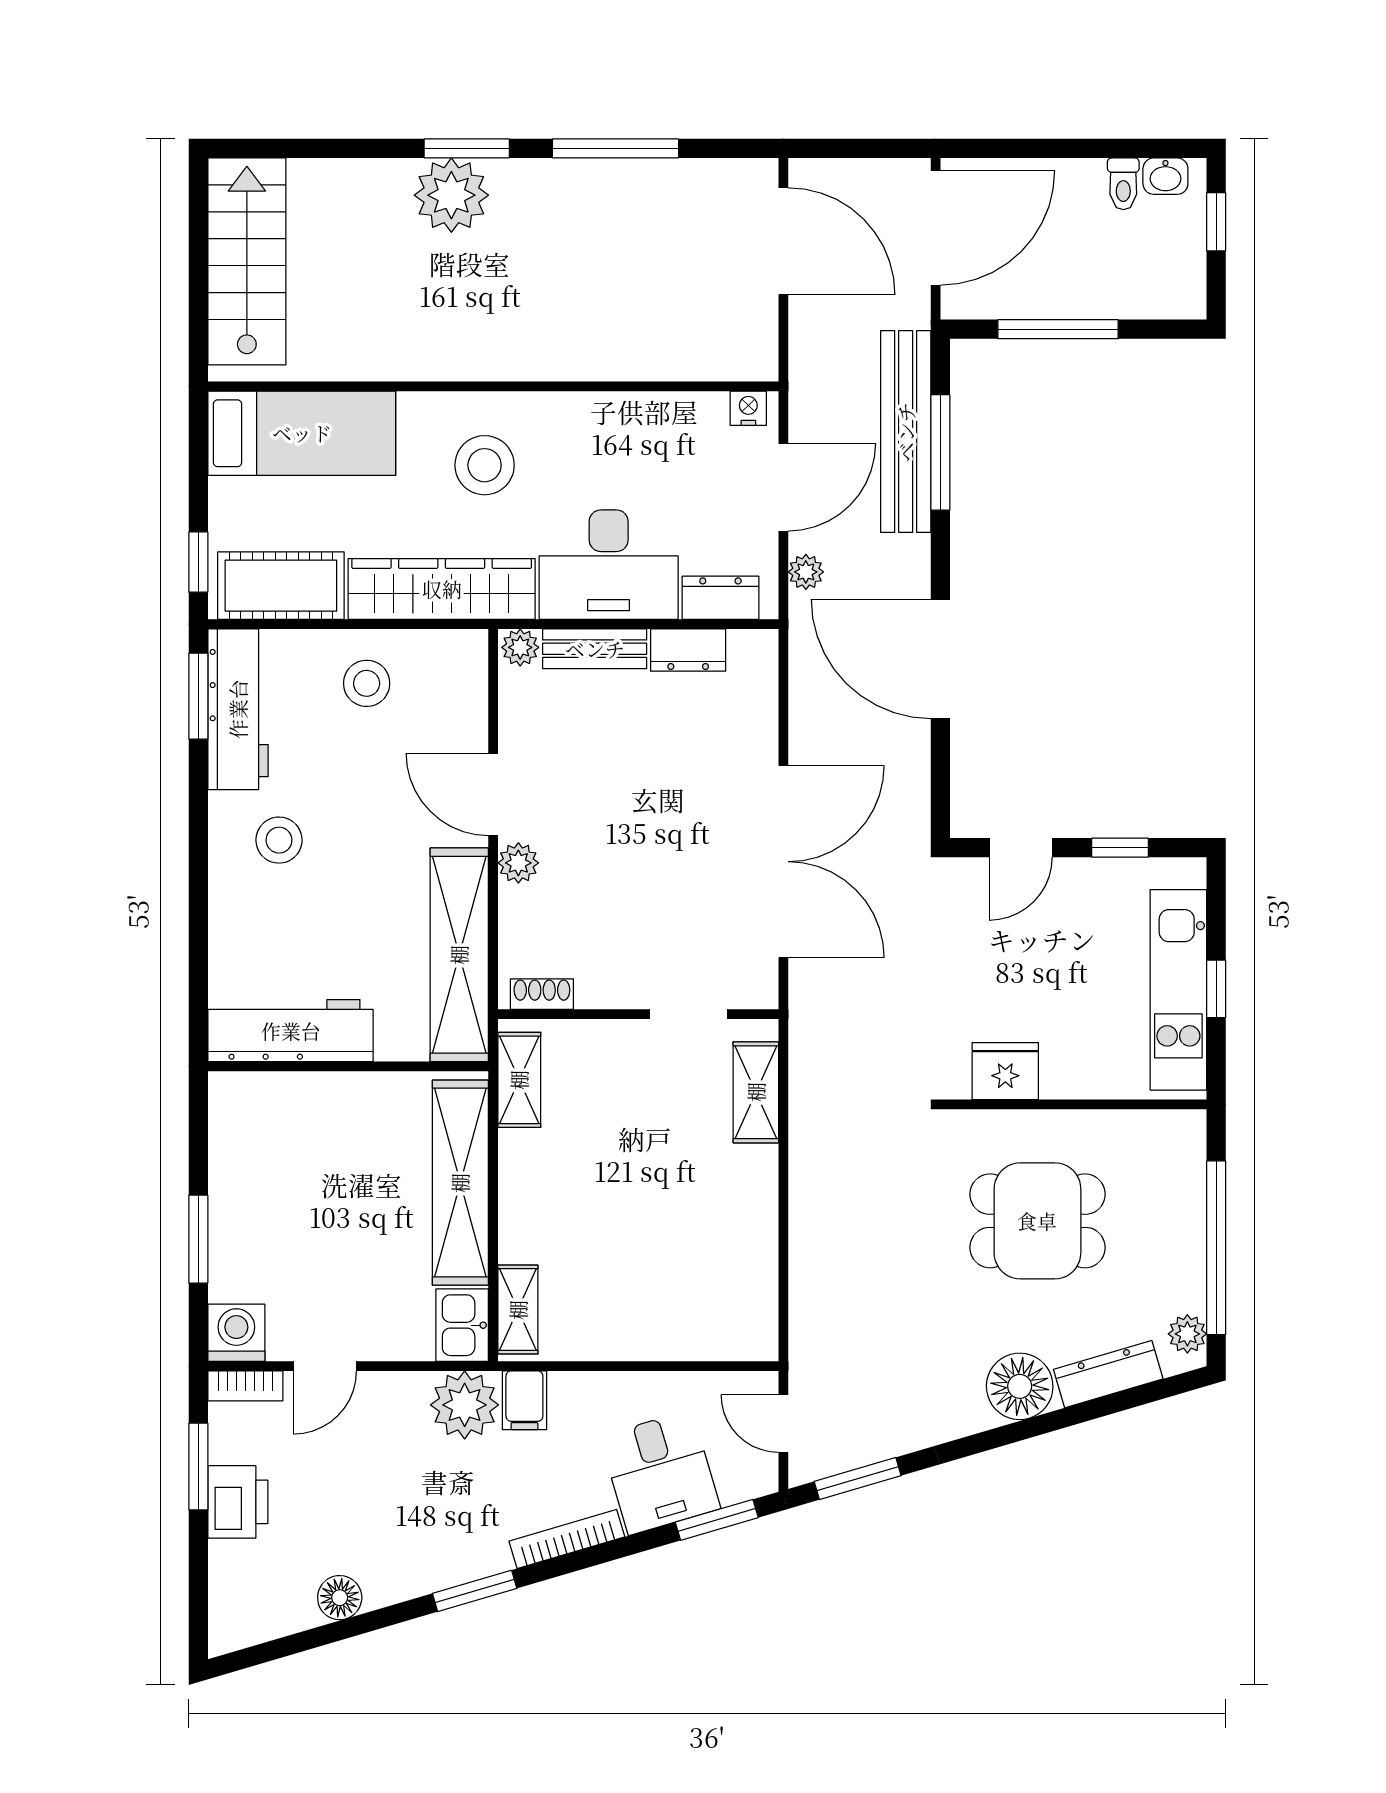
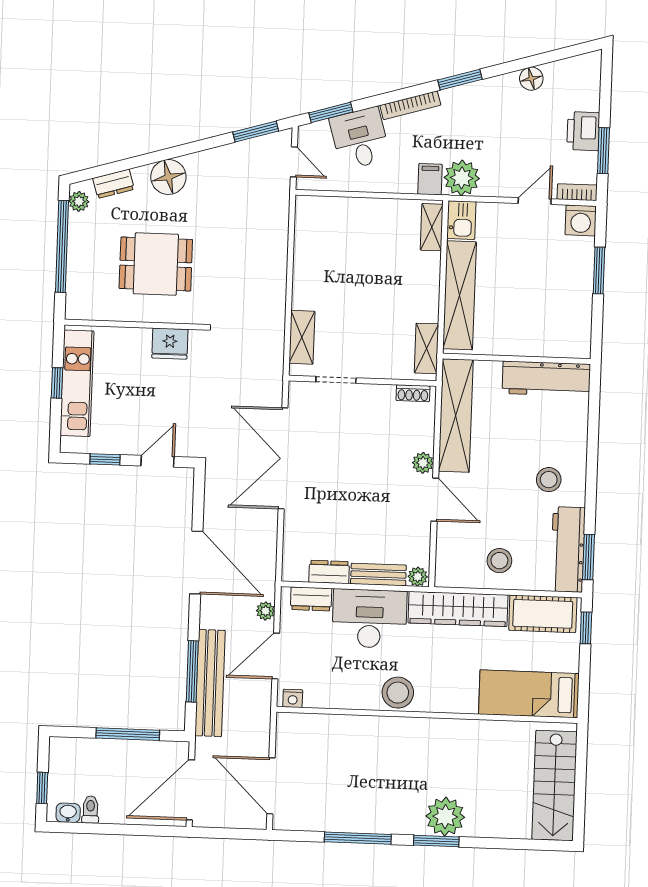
stool: (485, 465) -> (398, 693), moved
dresser: (1108, 1374) -> (113, 184), width x0.70

